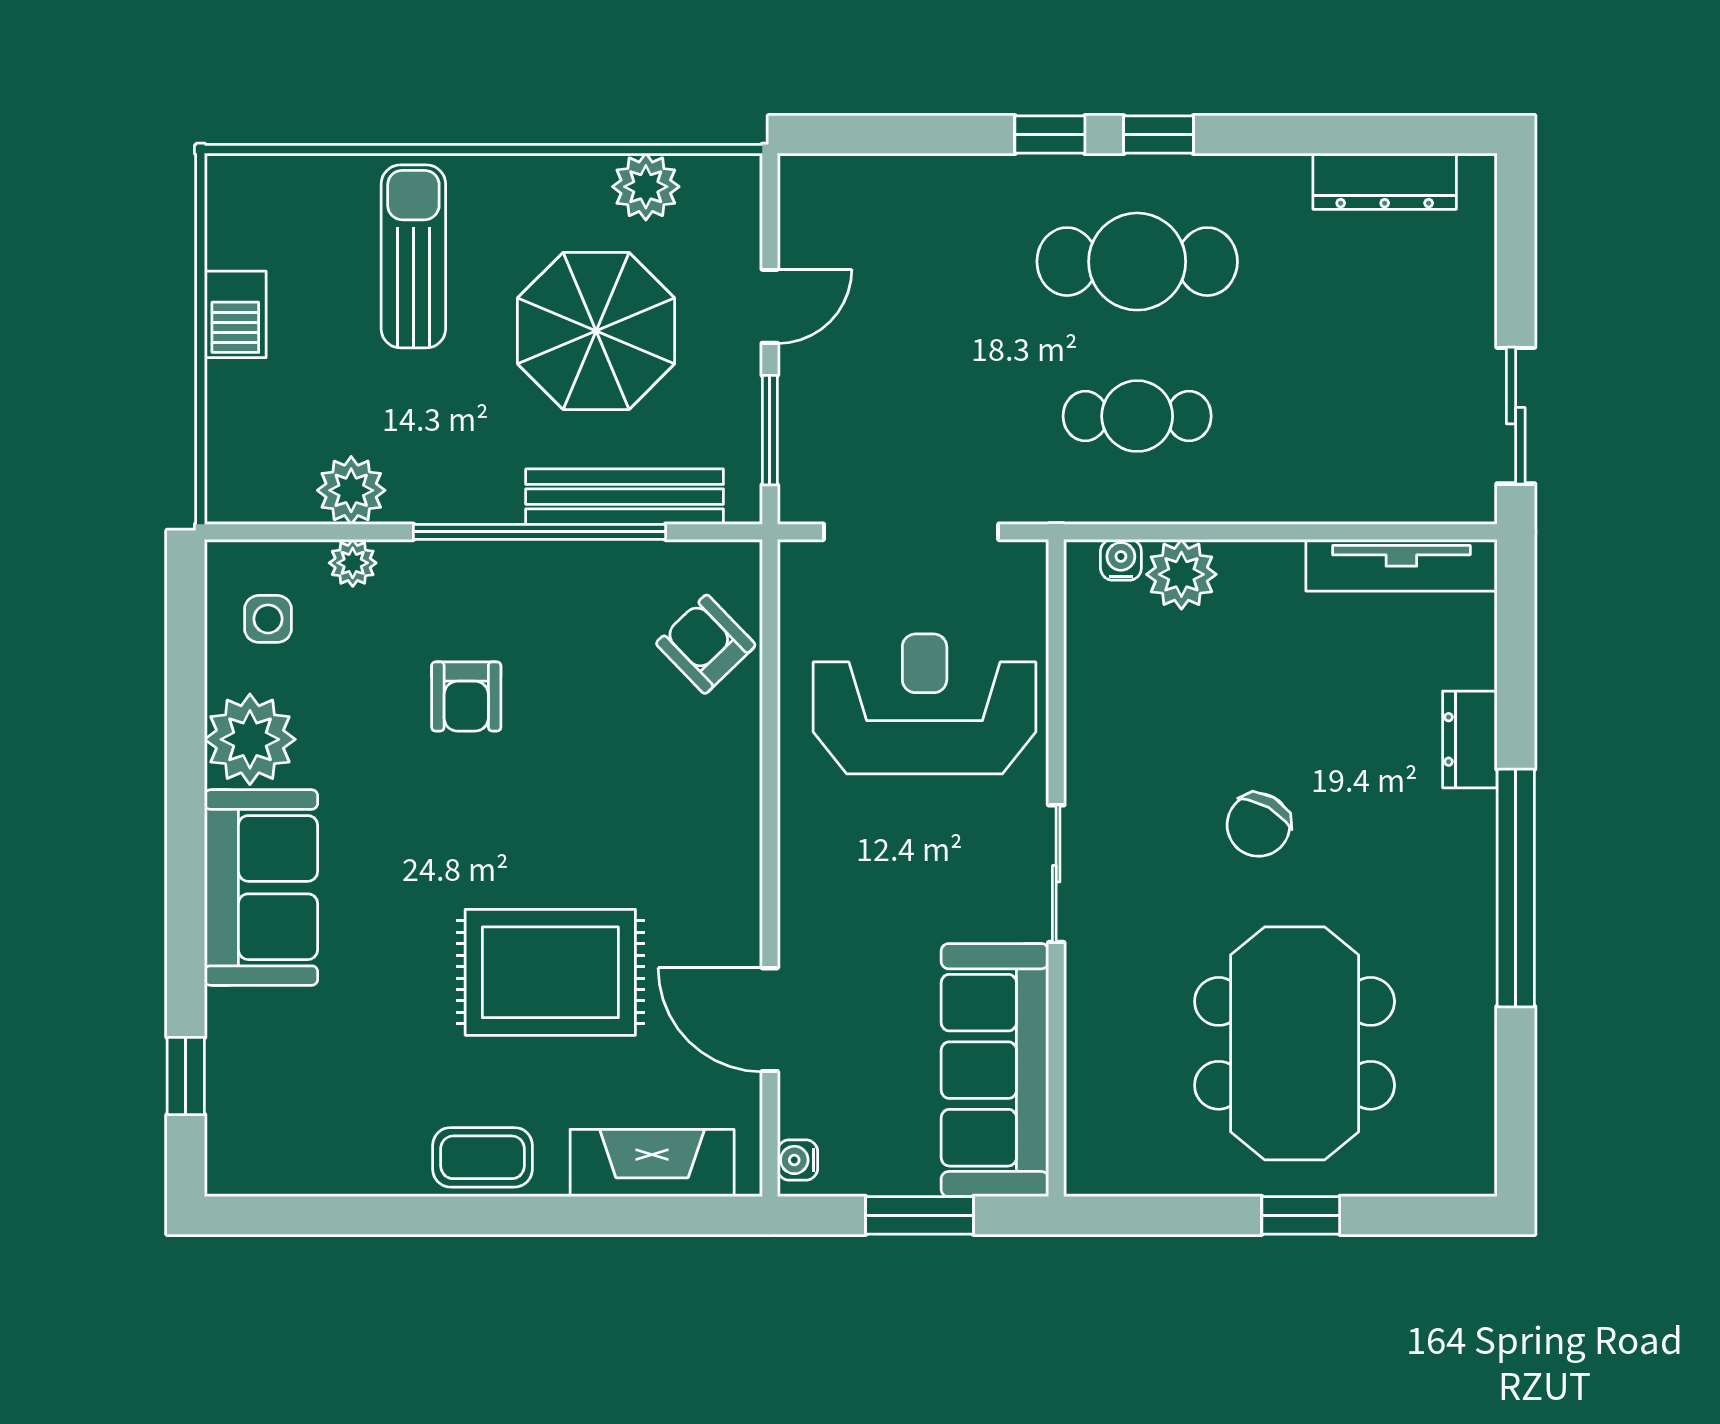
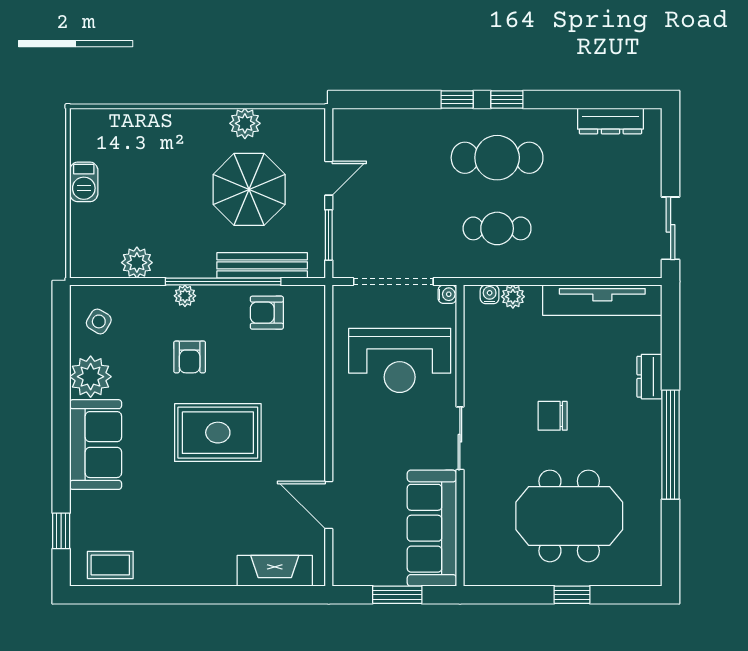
plant: (646, 187) -> (245, 123), moved
sun lounger: (413, 256) -> (165, 155), removed
plant: (353, 563) -> (185, 296), moved
tv unit: (1401, 565) -> (602, 300), width x1.36, depth x1.29
plant: (1181, 574) -> (513, 297), width x0.73, depth x0.73
side table: (268, 619) -> (99, 321), turned 31
armchair: (706, 644) -> (267, 313), moved, turned -46
reception desk: (925, 704) -> (400, 360), turned 180
chair: (1258, 825) -> (553, 416), turned 60
rug: (550, 972) -> (218, 433), moved
meeting table: (1295, 1043) -> (569, 516), turned 90
coffee table: (482, 1157) -> (110, 565), moved
water cooler: (798, 1160) -> (447, 294), moved, turned 180

